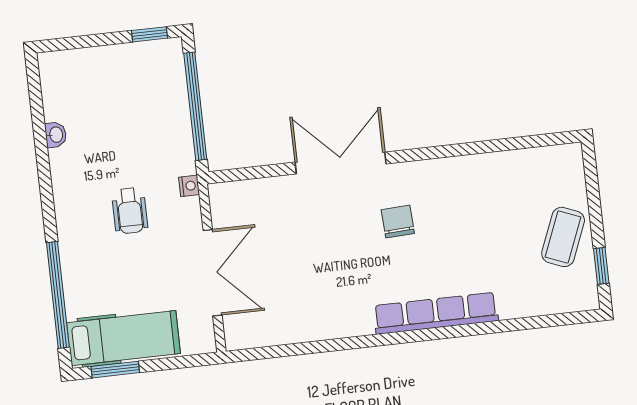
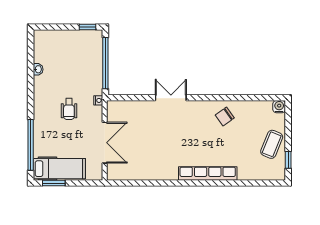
water cooler: (570, 156) -> (279, 107), added
double door: (341, 163) -> (171, 98), width x0.73
chair: (398, 222) -> (225, 117), moved, turned -122

